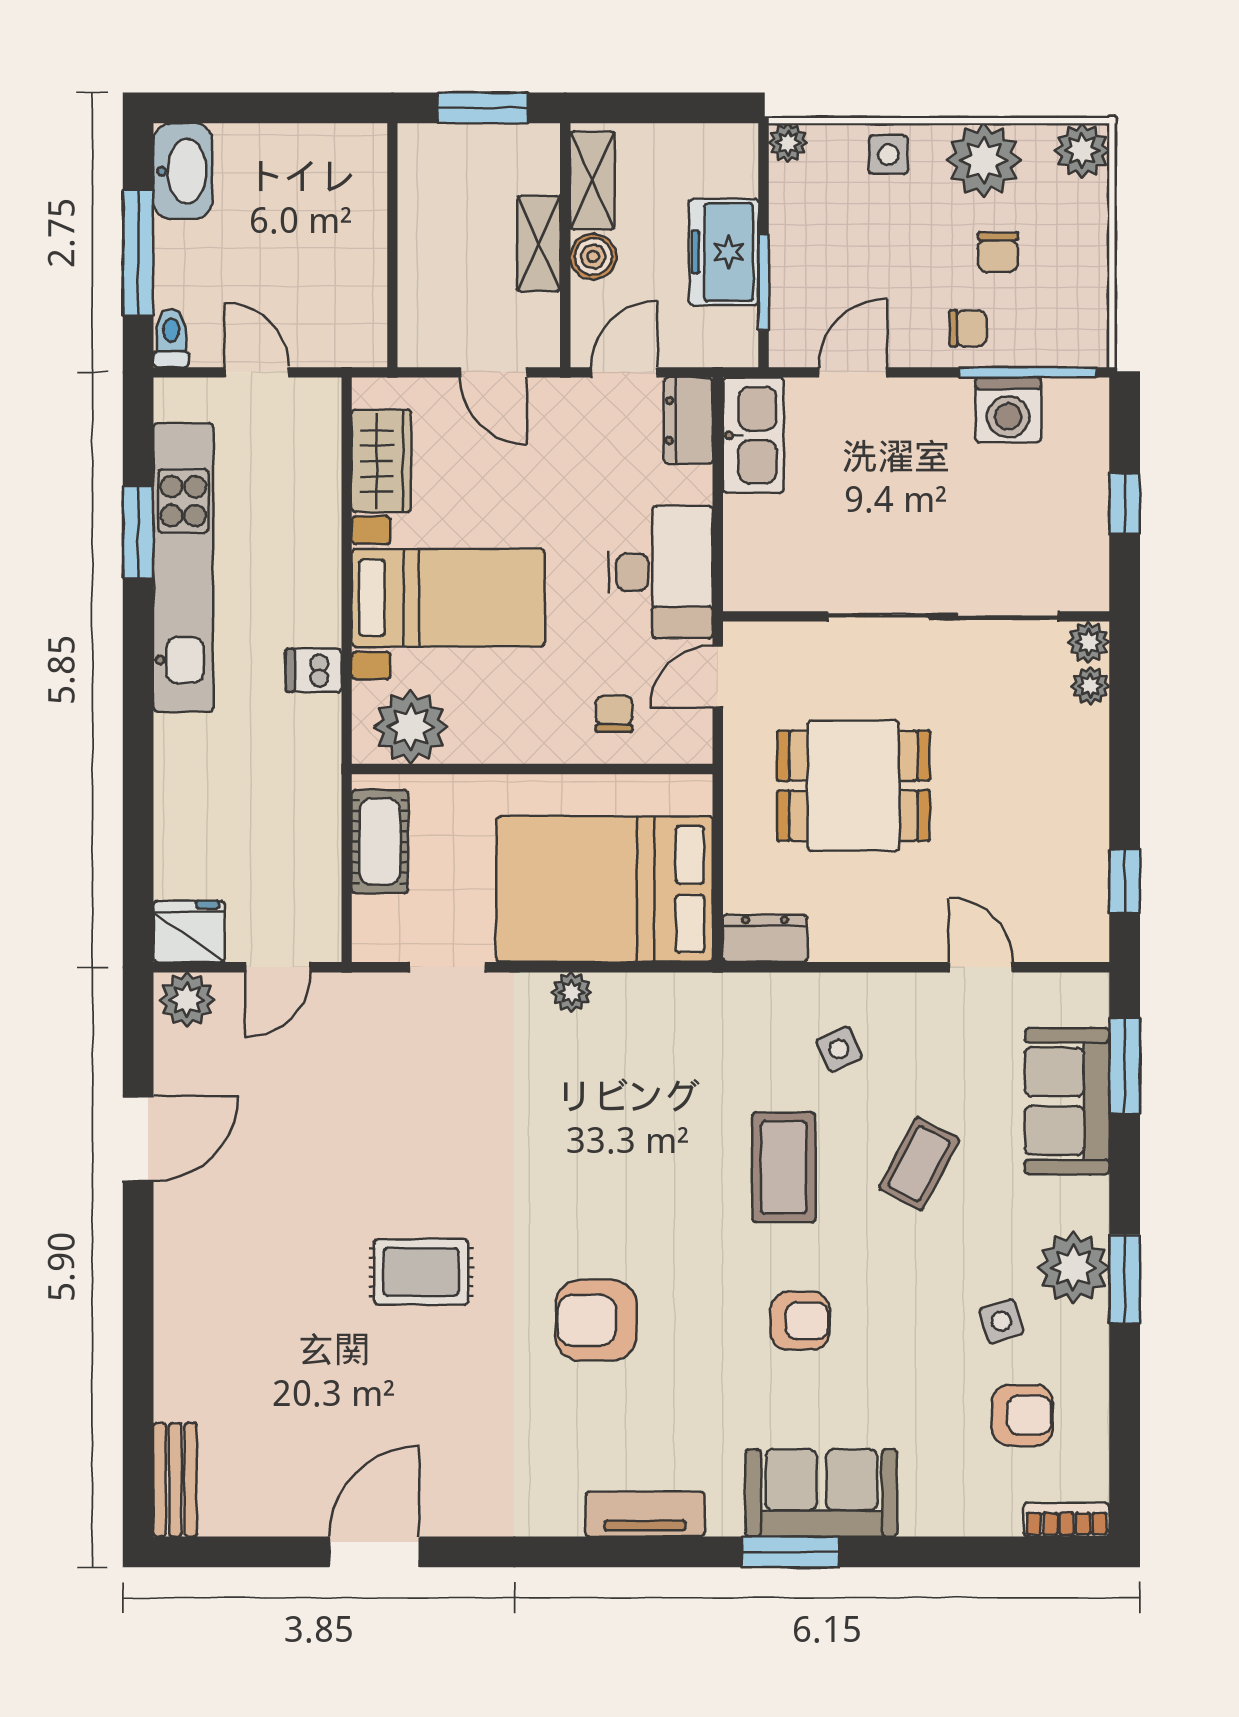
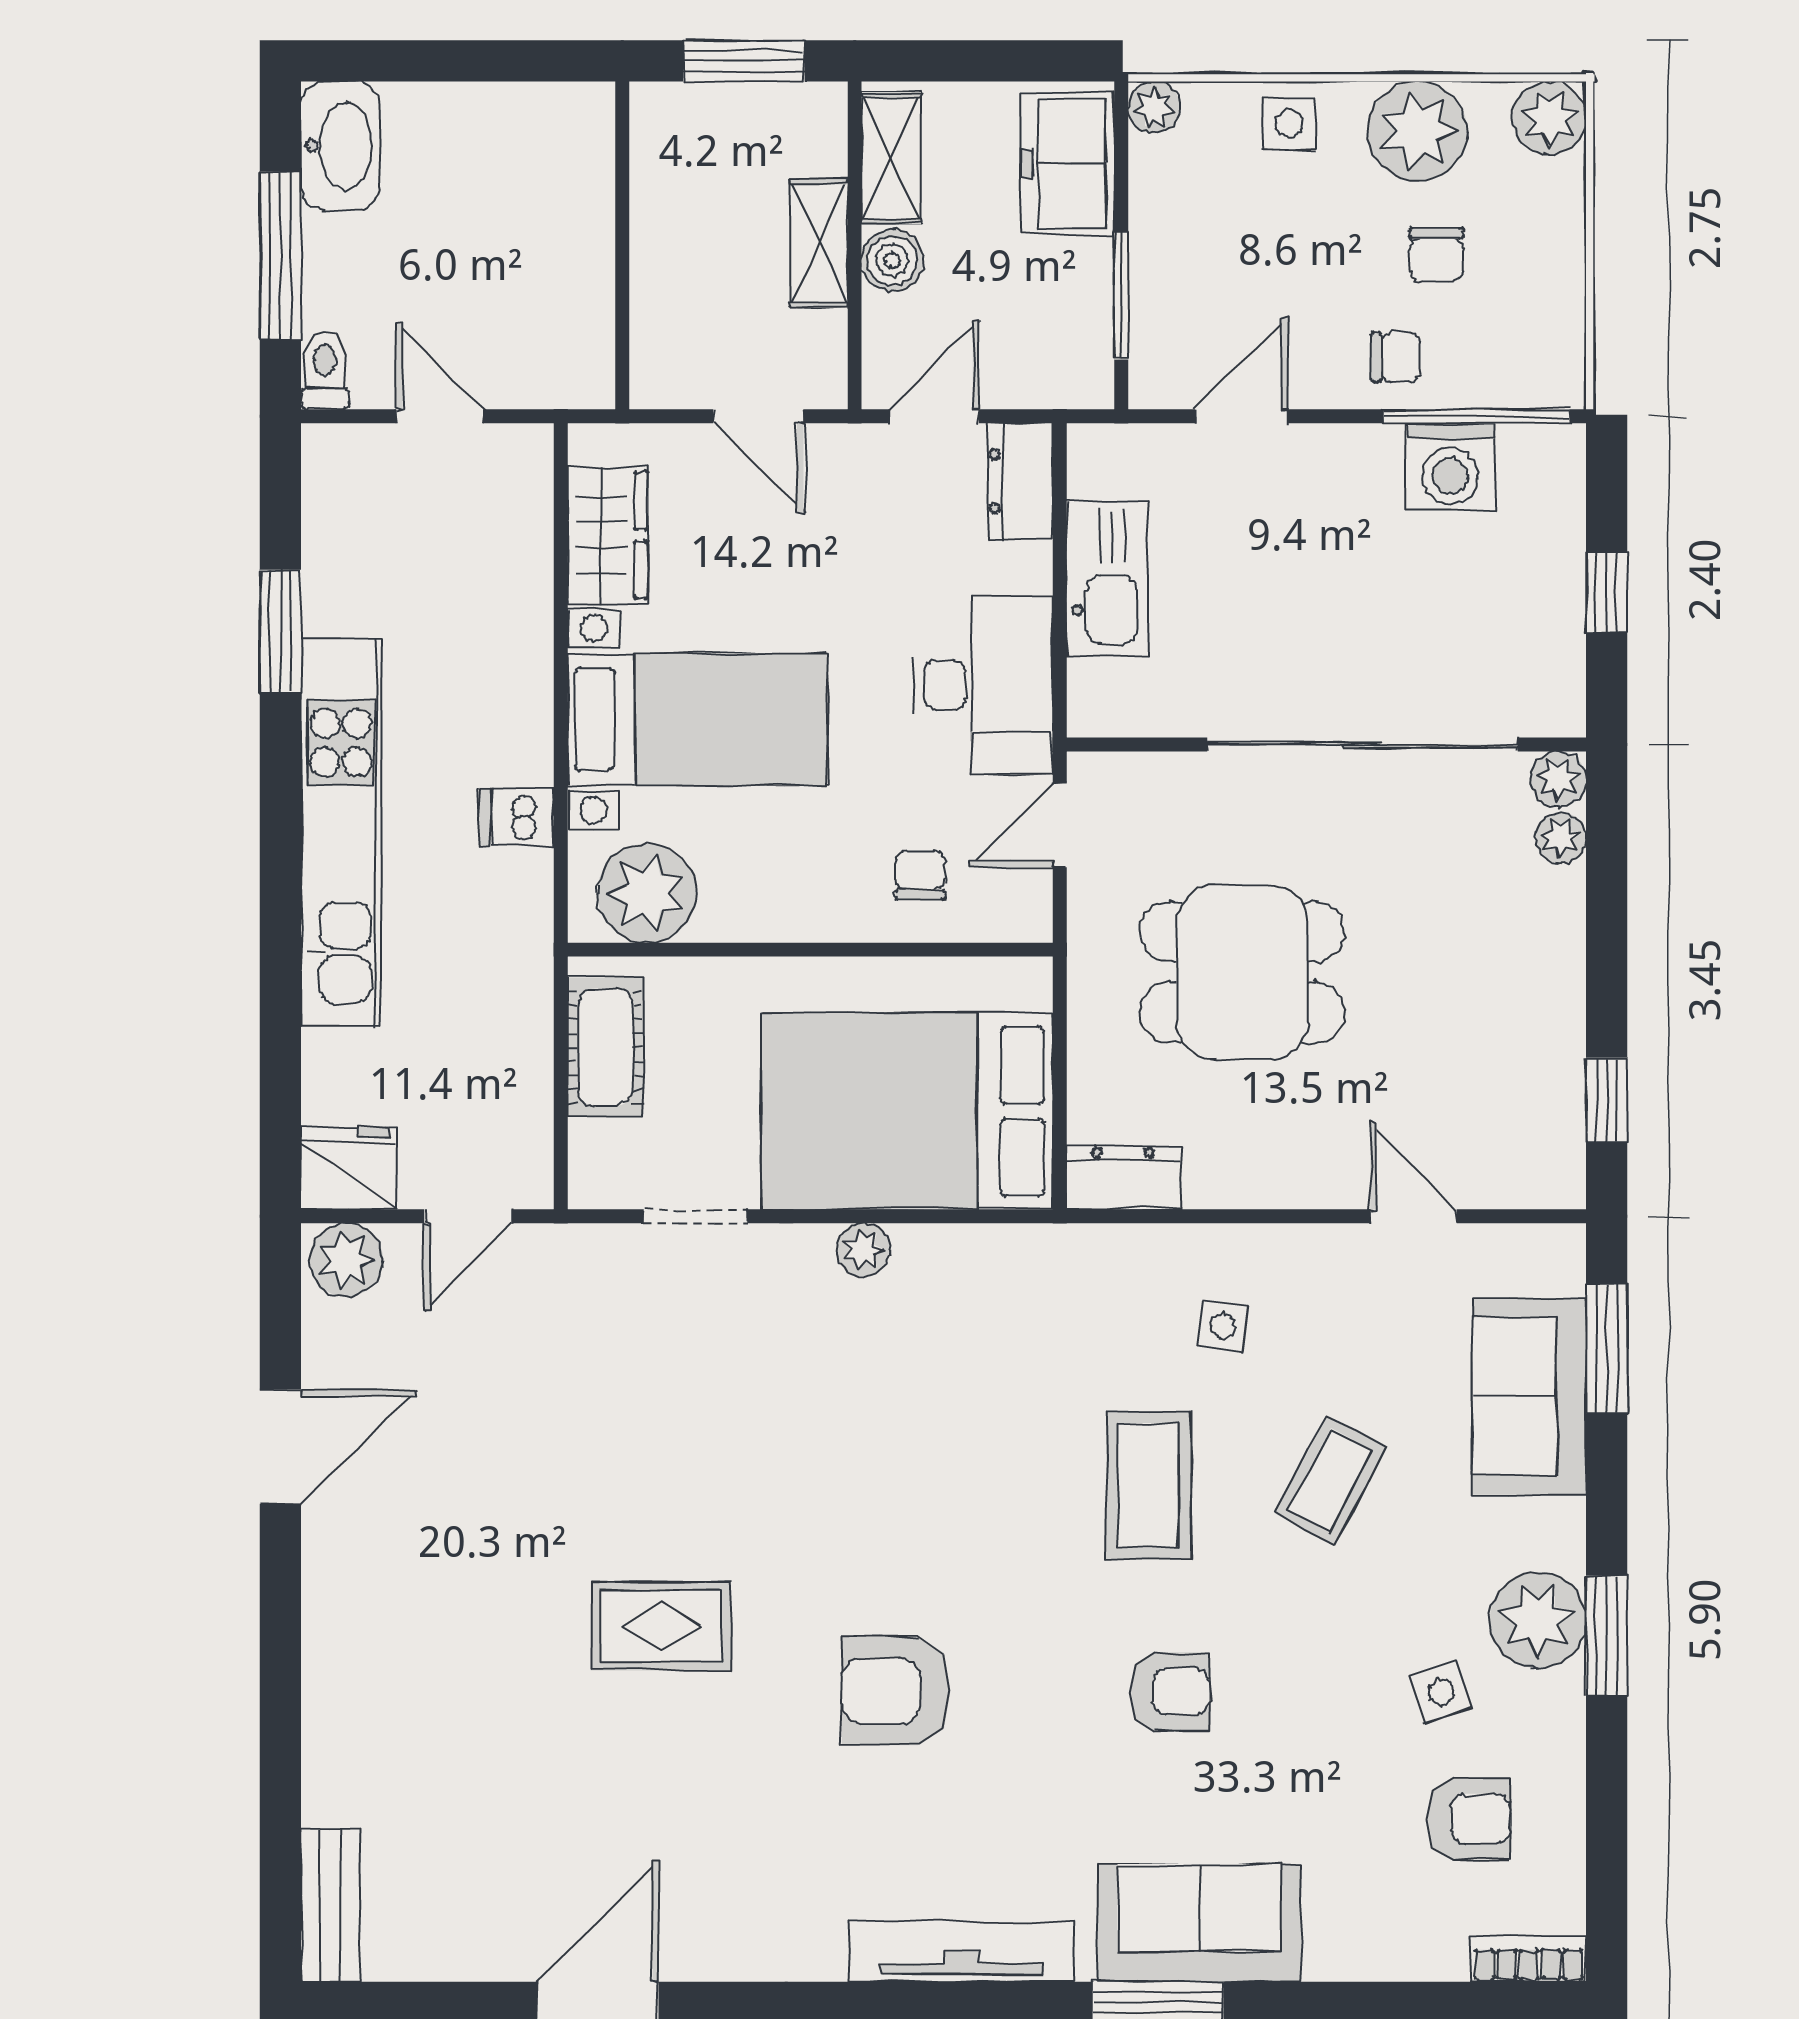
freezer: (724, 252) -> (1068, 164), moved
kitchen sink: (753, 435) -> (1108, 579), moved
kitchen unit: (183, 568) -> (341, 832), moved
side table: (839, 1049) -> (1223, 1326), turned 32
tv unit: (645, 1514) -> (962, 1951), width x1.41

